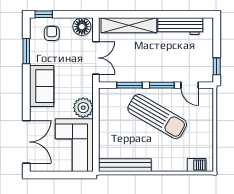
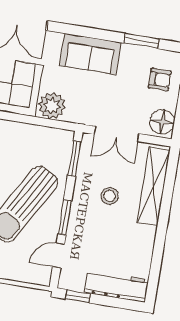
workbench: (180, 26) -> (117, 286), moved, turned 90
stool: (141, 56) -> (110, 196), added
window: (130, 85) -> (74, 159), moved

